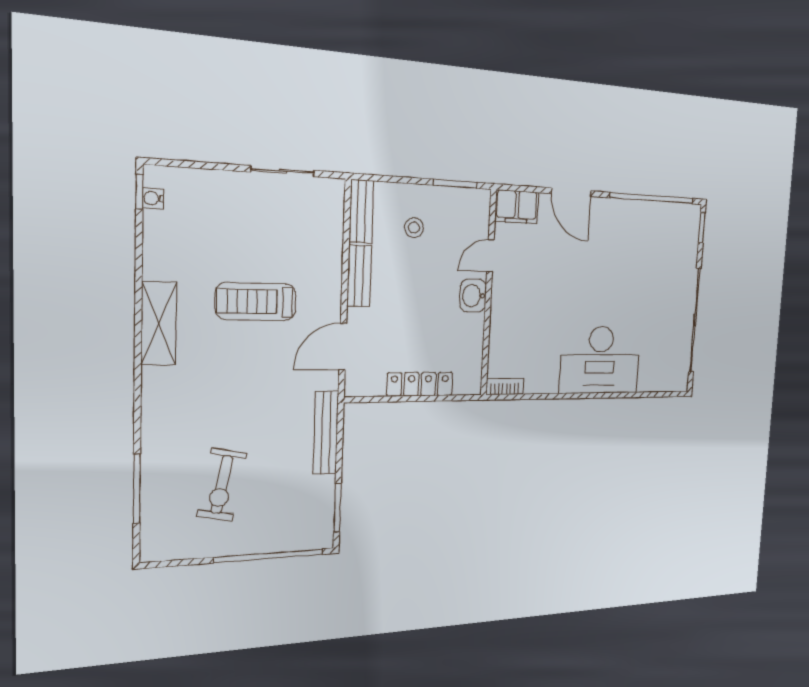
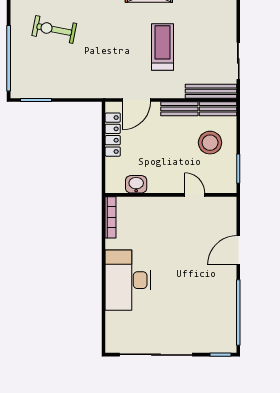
filing cabinet: (517, 207) -> (227, 212), removed
stool: (414, 228) -> (210, 143), width x1.89, depth x1.89
washbasin: (473, 296) -> (136, 184), moved
door: (343, 347) -> (136, 100), swing flipped
locker: (420, 384) -> (113, 135), moved
bookcase: (505, 387) -> (110, 217), width x1.56
bench: (326, 433) -> (211, 91), moved

